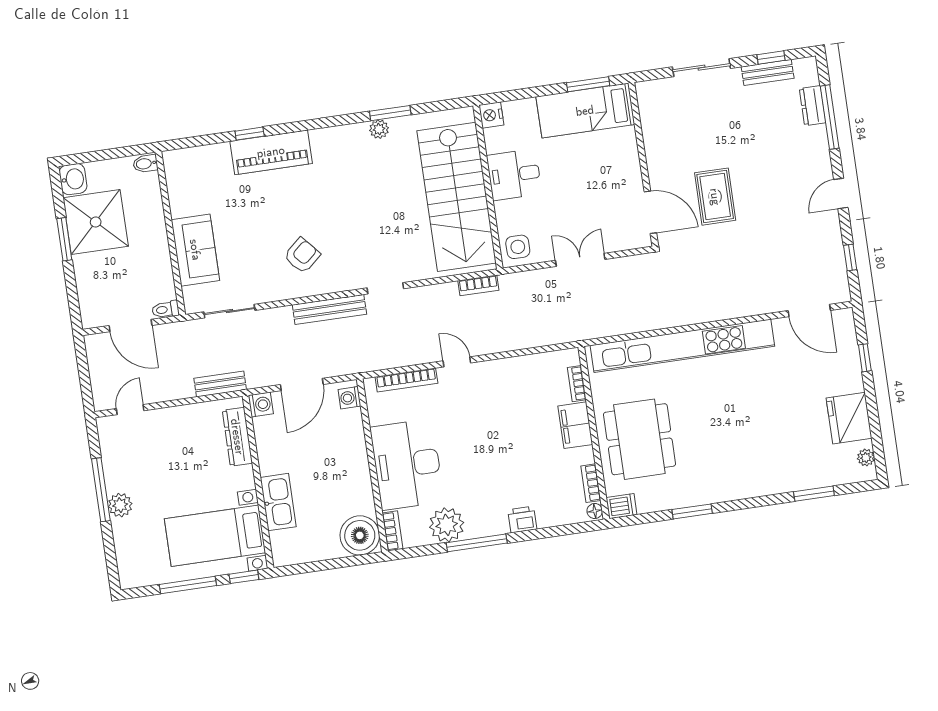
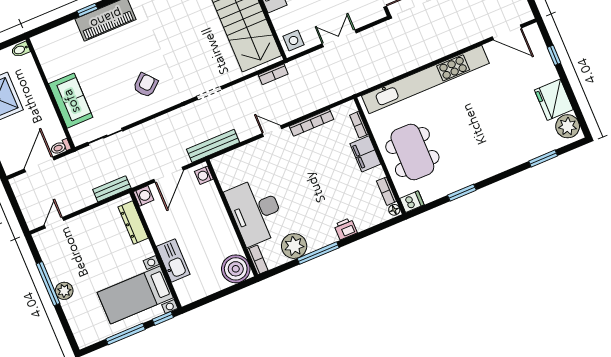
bench: (329, 309) -> (213, 146), moved
door: (131, 325) -> (39, 164), swing flipped
bookcase: (406, 380) -> (311, 123), moved
plant: (866, 458) -> (568, 126), width x1.88, depth x1.88

